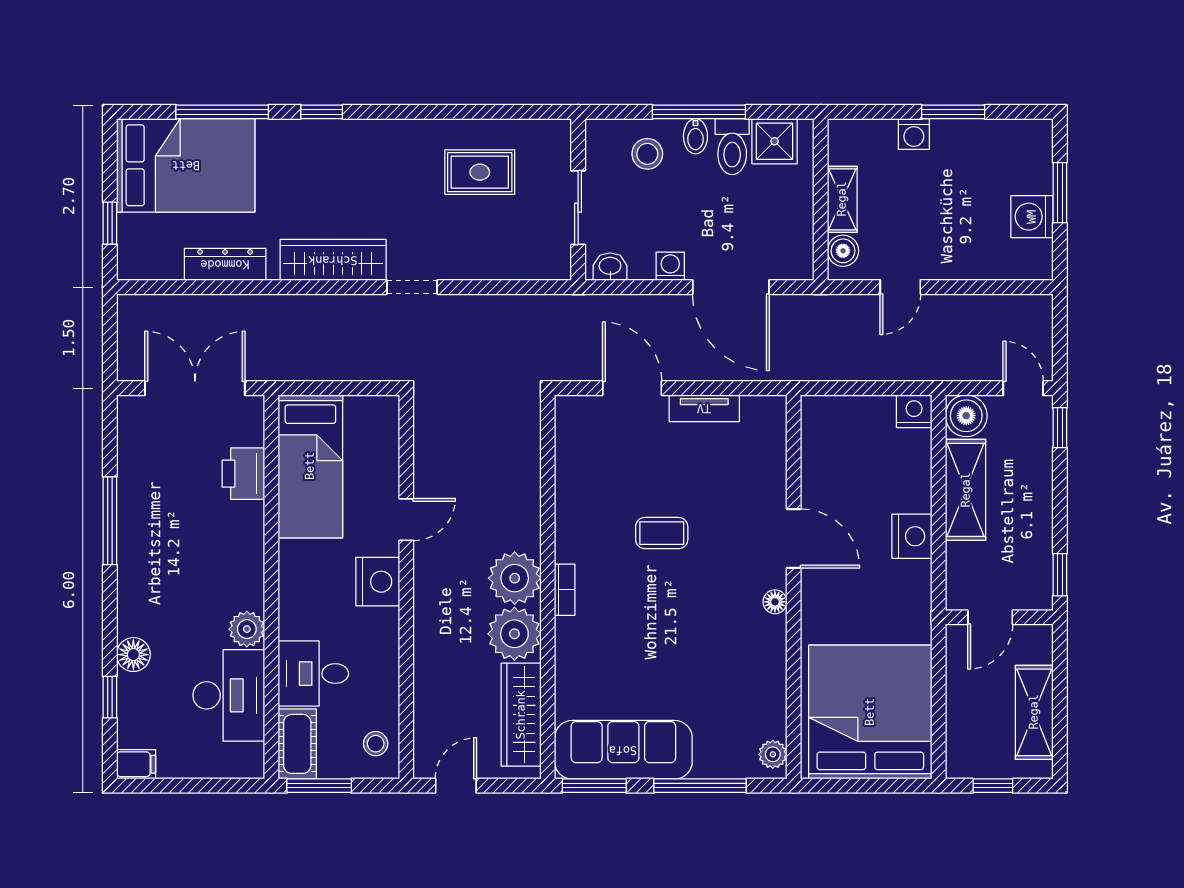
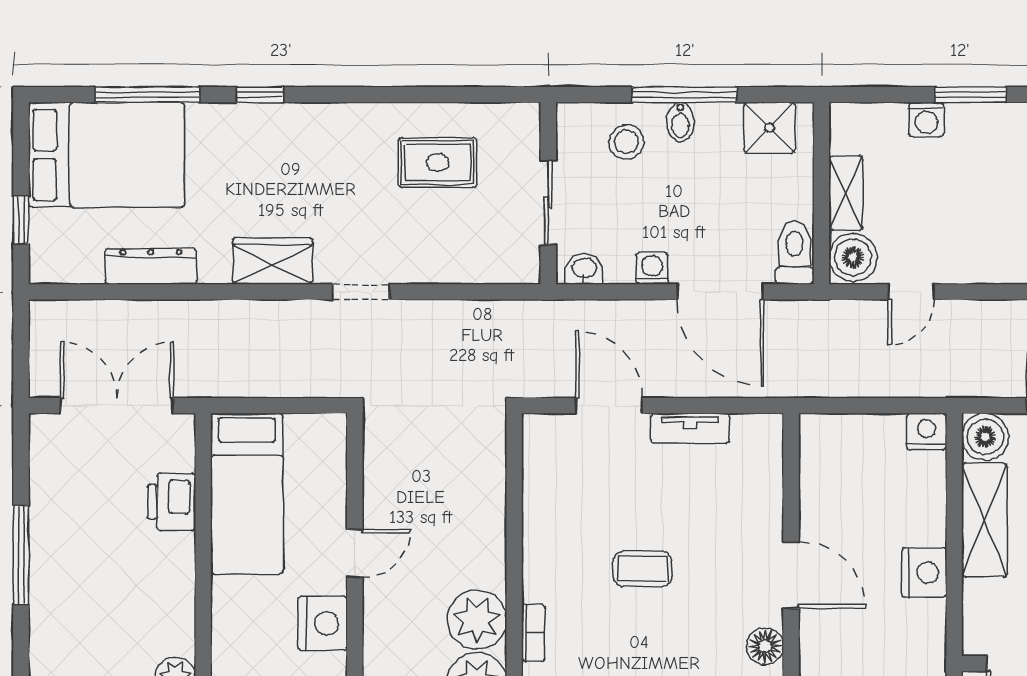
toilet: (732, 147) -> (795, 253), moved, turned 180
boiler: (843, 251) -> (853, 257), width x1.36, depth x1.36
wardrobe: (333, 260) -> (272, 261), width x0.67
floor lamp: (775, 602) -> (765, 646), width x1.37, depth x1.37

